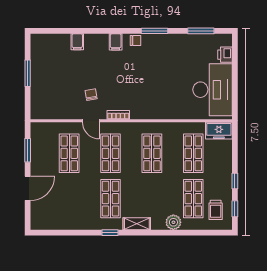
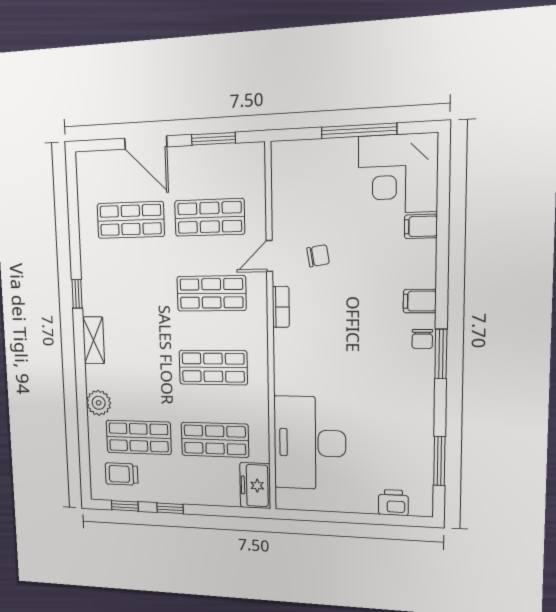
window: (155, 31) -> (441, 354), moved
corner desk: (50, 54) -> (398, 174), added
window: (28, 73) -> (359, 131), width x1.44
desk: (212, 90) -> (310, 443), moved, turned 90
shop shelf: (111, 199) -> (131, 220), moved

